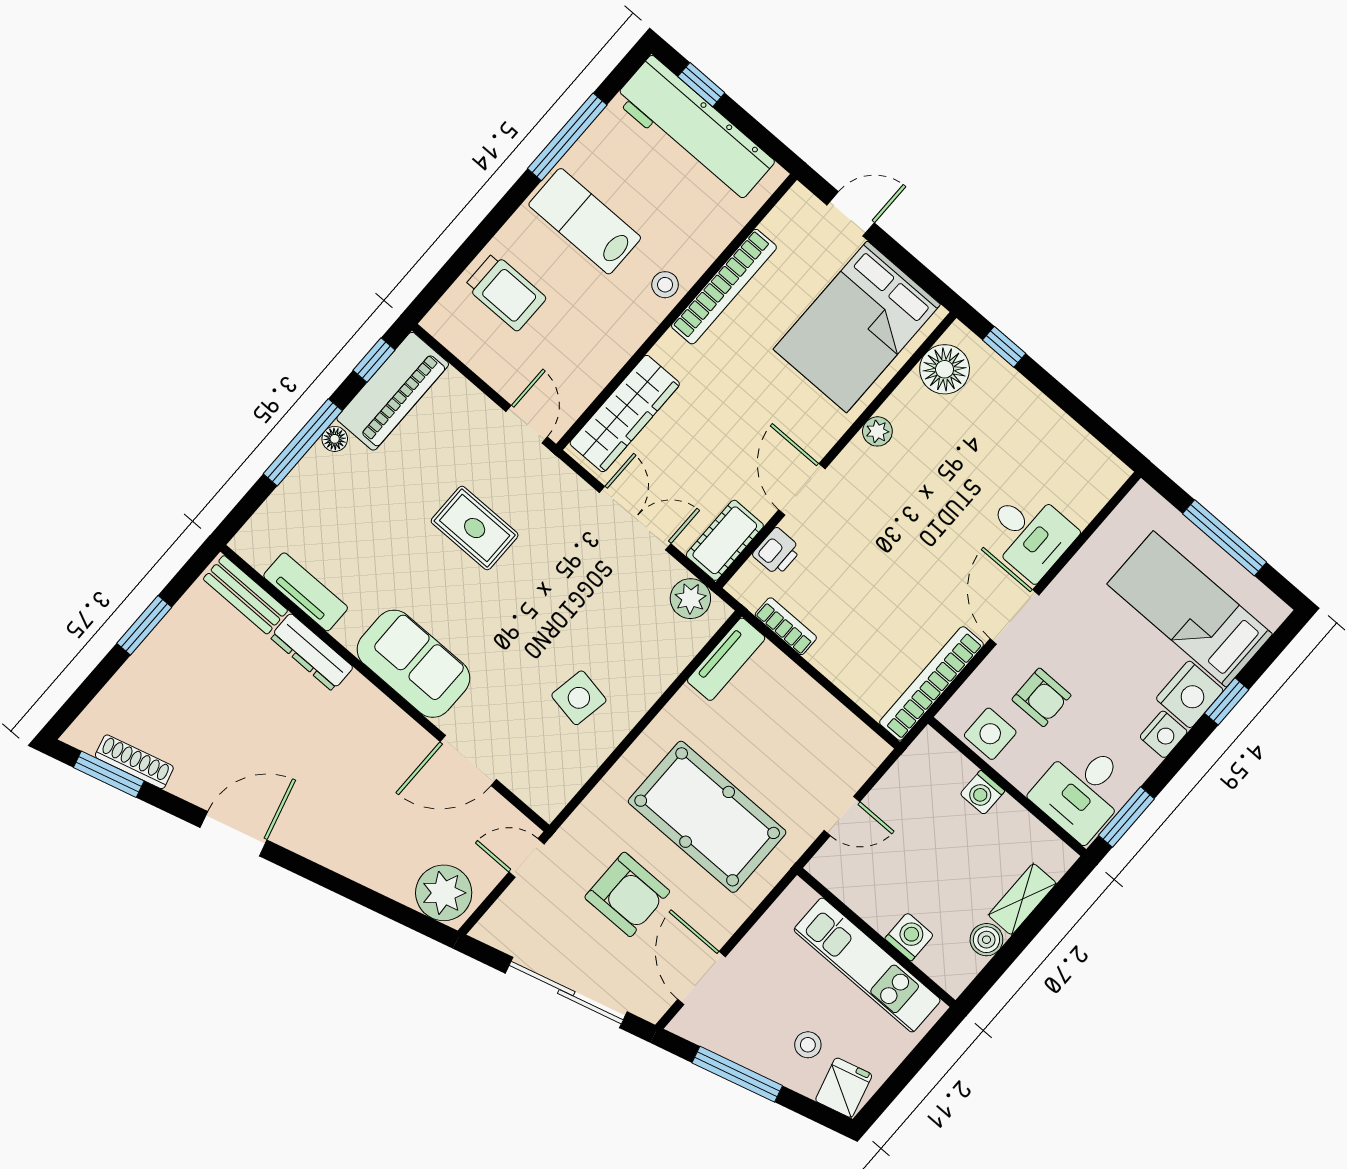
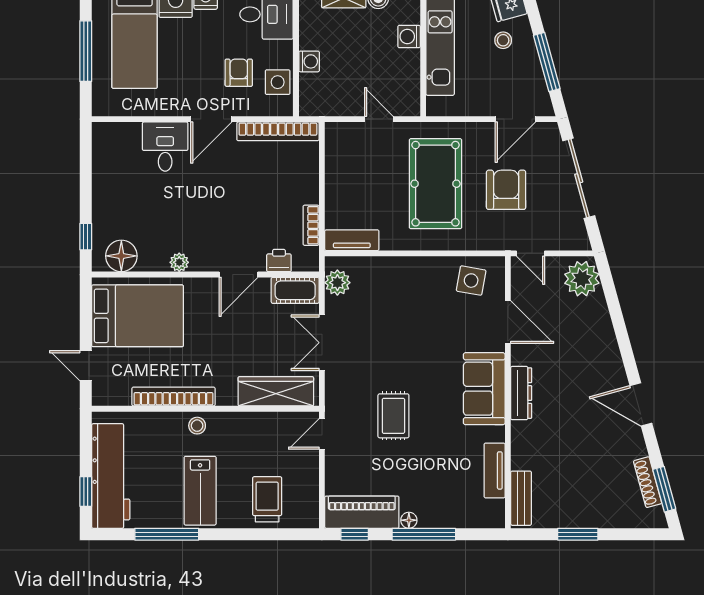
dresser: (312, 652) -> (521, 393), moved
side table: (579, 698) -> (471, 281), moved

